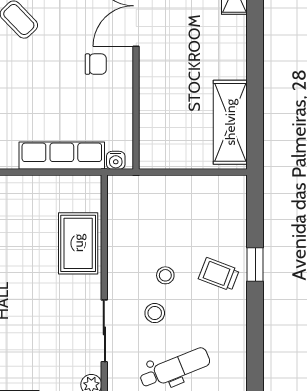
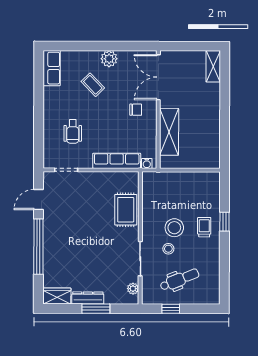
shelving: (230, 122) -> (169, 132), moved
trolley: (219, 274) -> (204, 227), turned 69
stool: (165, 275) -> (174, 228), width x1.89, depth x1.89

